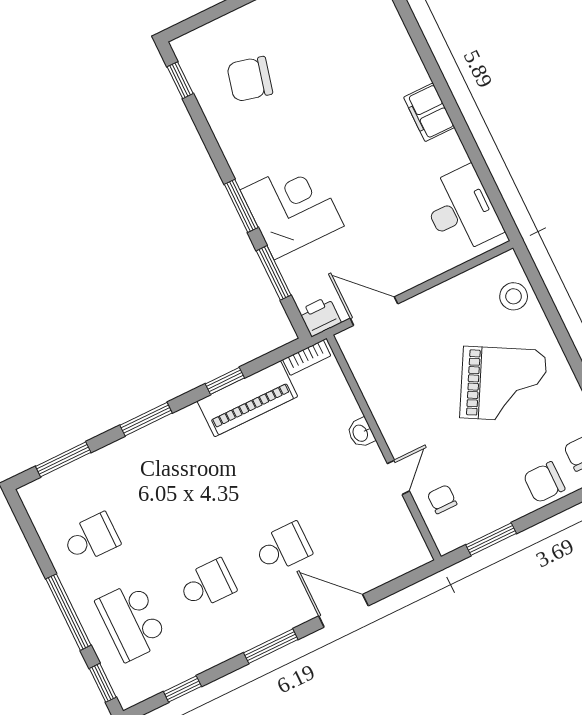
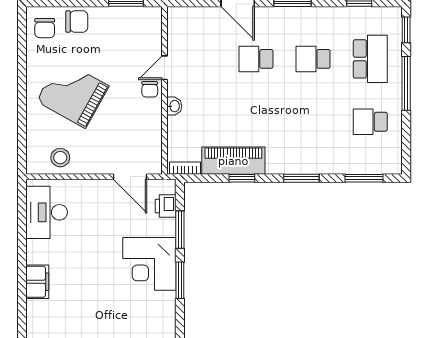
stool: (514, 296) -> (60, 158), moved
printer: (320, 316) -> (166, 206), moved, turned 90
chair: (442, 499) -> (150, 89), moved

